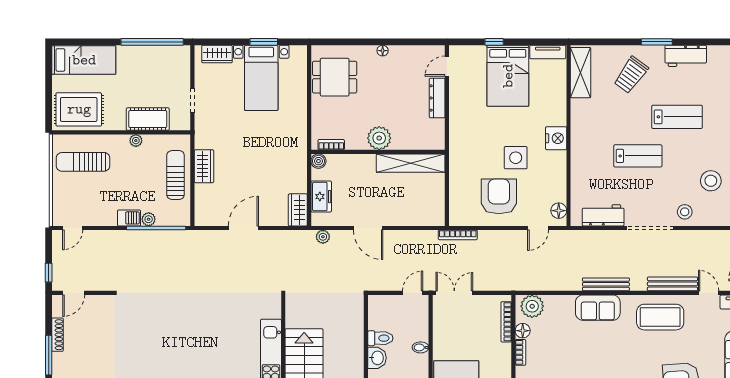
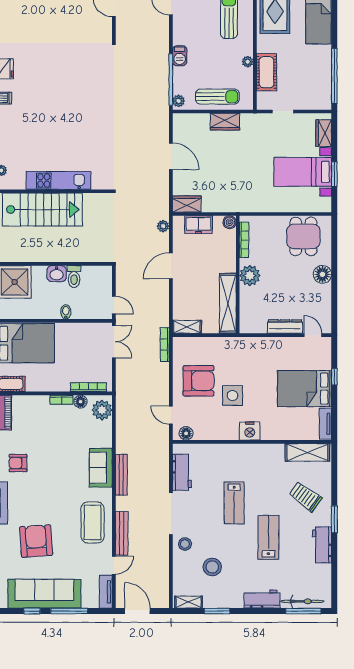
floor lamp: (383, 51) -> (322, 274), width x1.89, depth x1.89
lab bench: (677, 117) -> (268, 537), turned 180
bookcase: (331, 145) -> (244, 240), width x1.56
shelving: (438, 210) -> (187, 327), added
plant: (149, 219) -> (179, 101), moved

